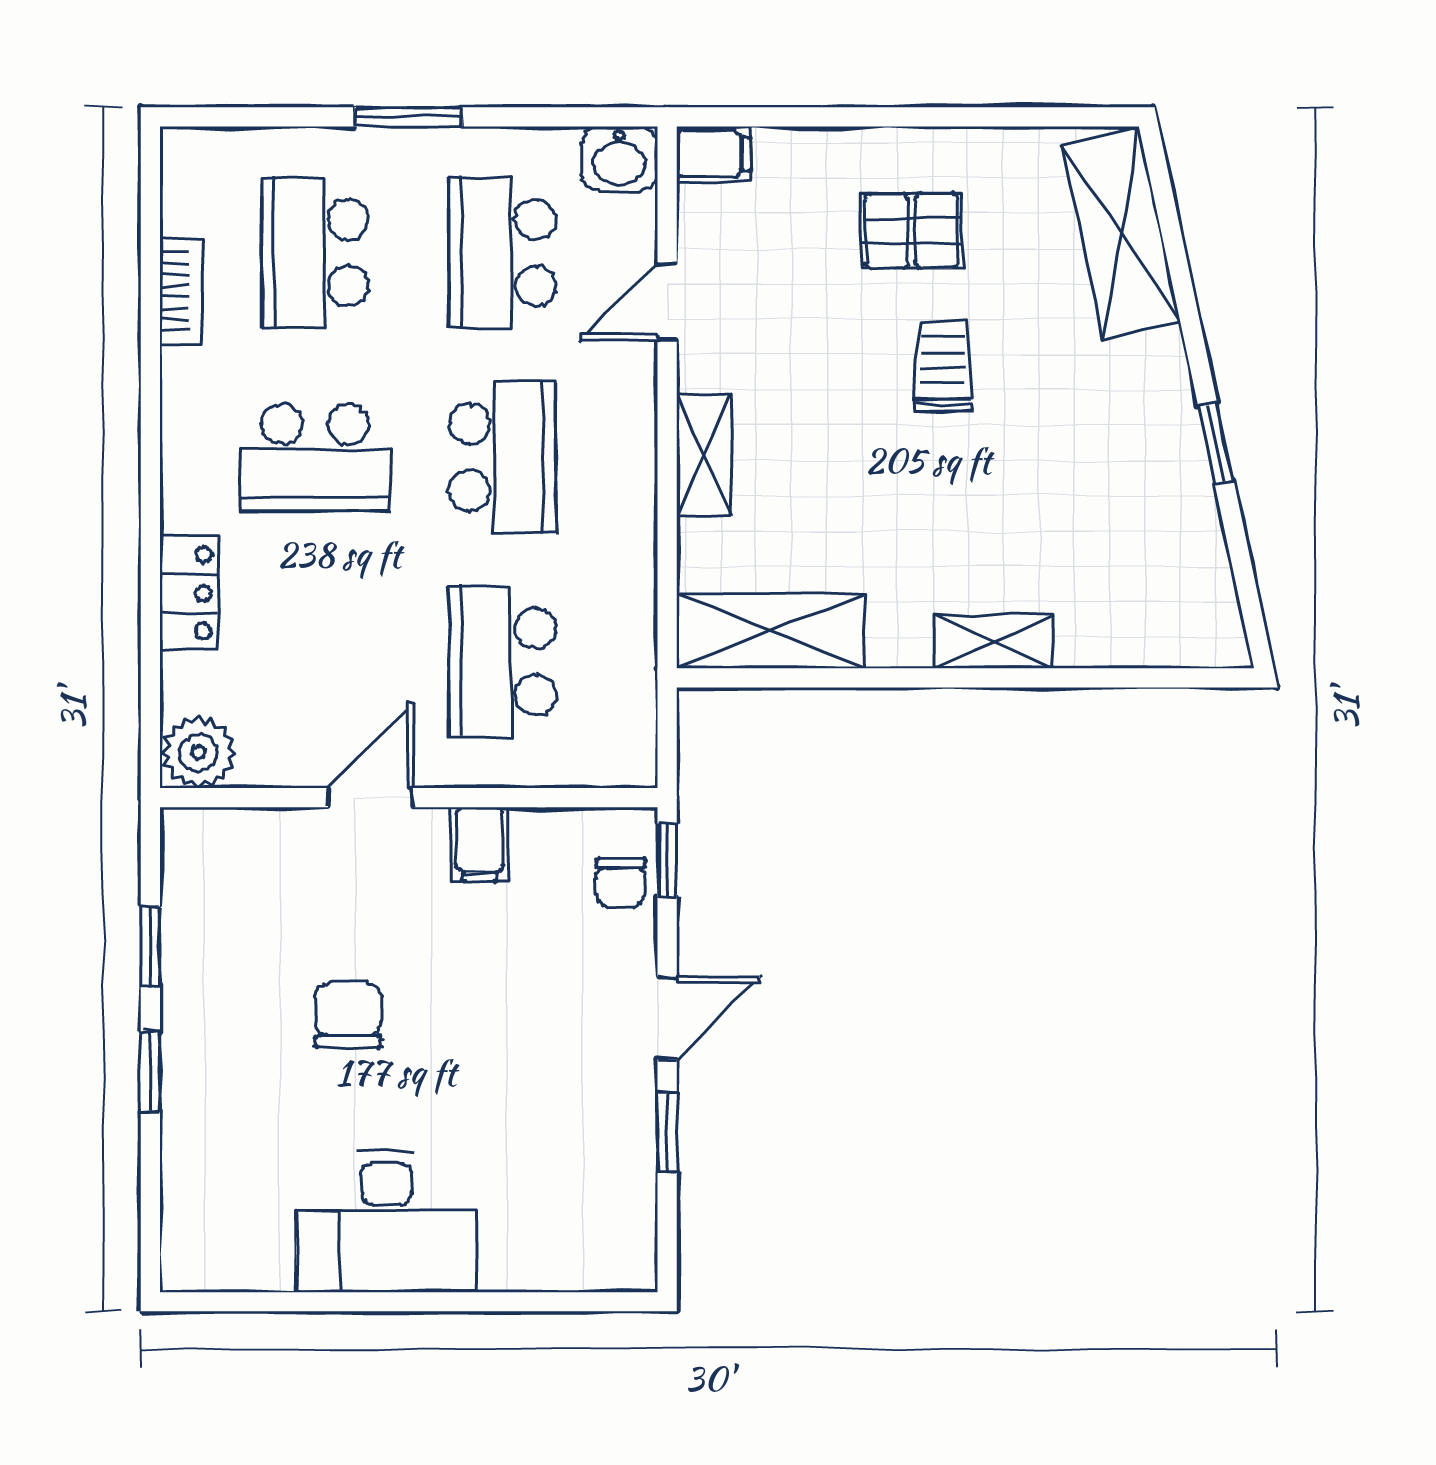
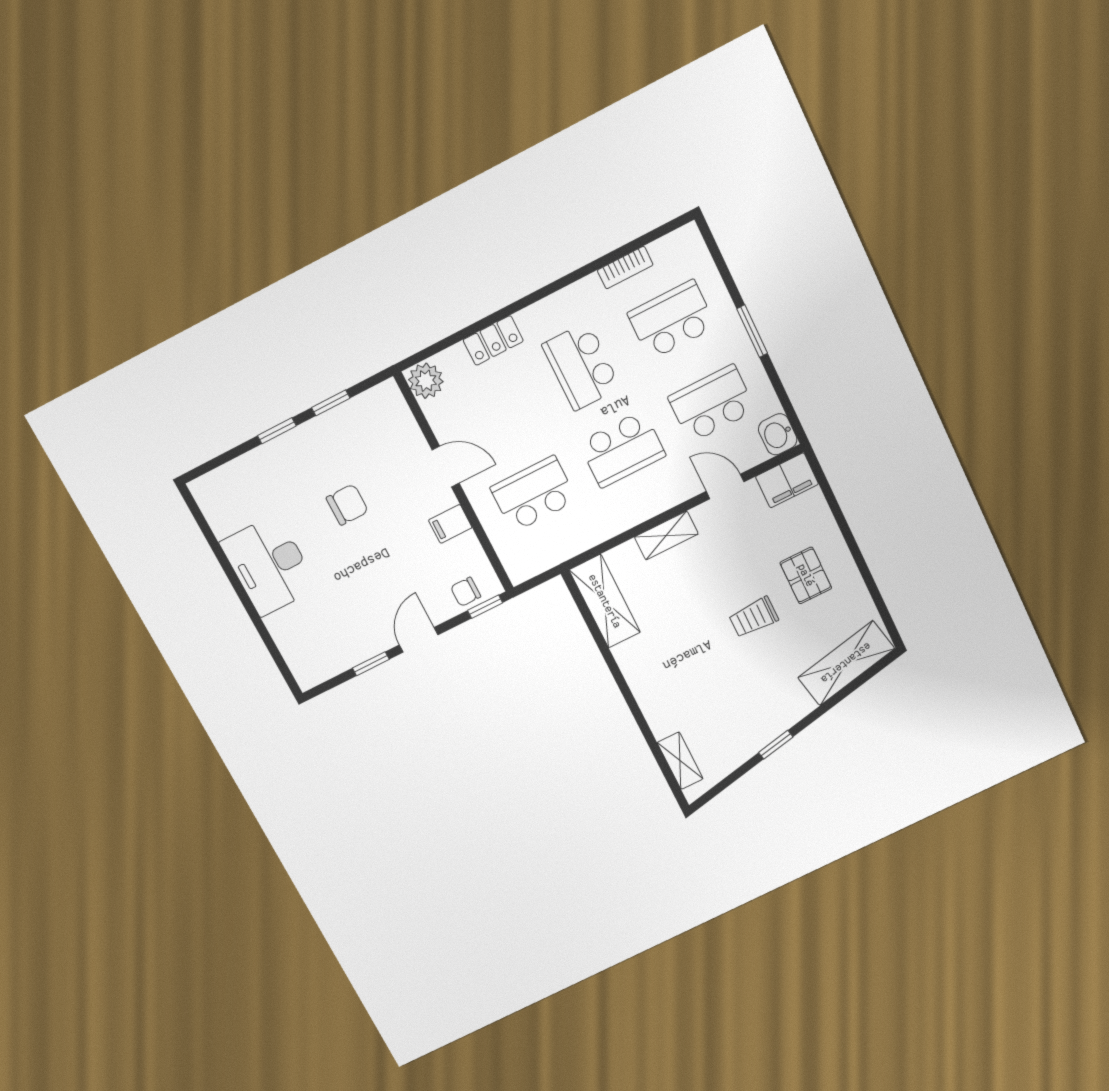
filing cabinet: (713, 154) -> (787, 480), width x2.00
trolley: (943, 366) -> (754, 617), turned 180
shelving: (994, 642) -> (680, 761), moved
door: (667, 1018) -> (419, 640), swing flipped

